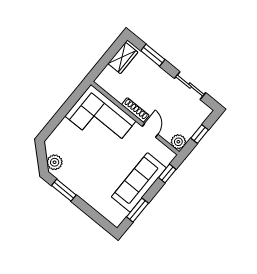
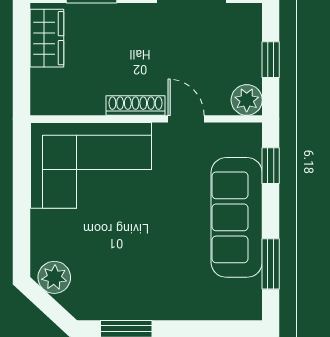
plant: (55, 162) -> (54, 277), moved

